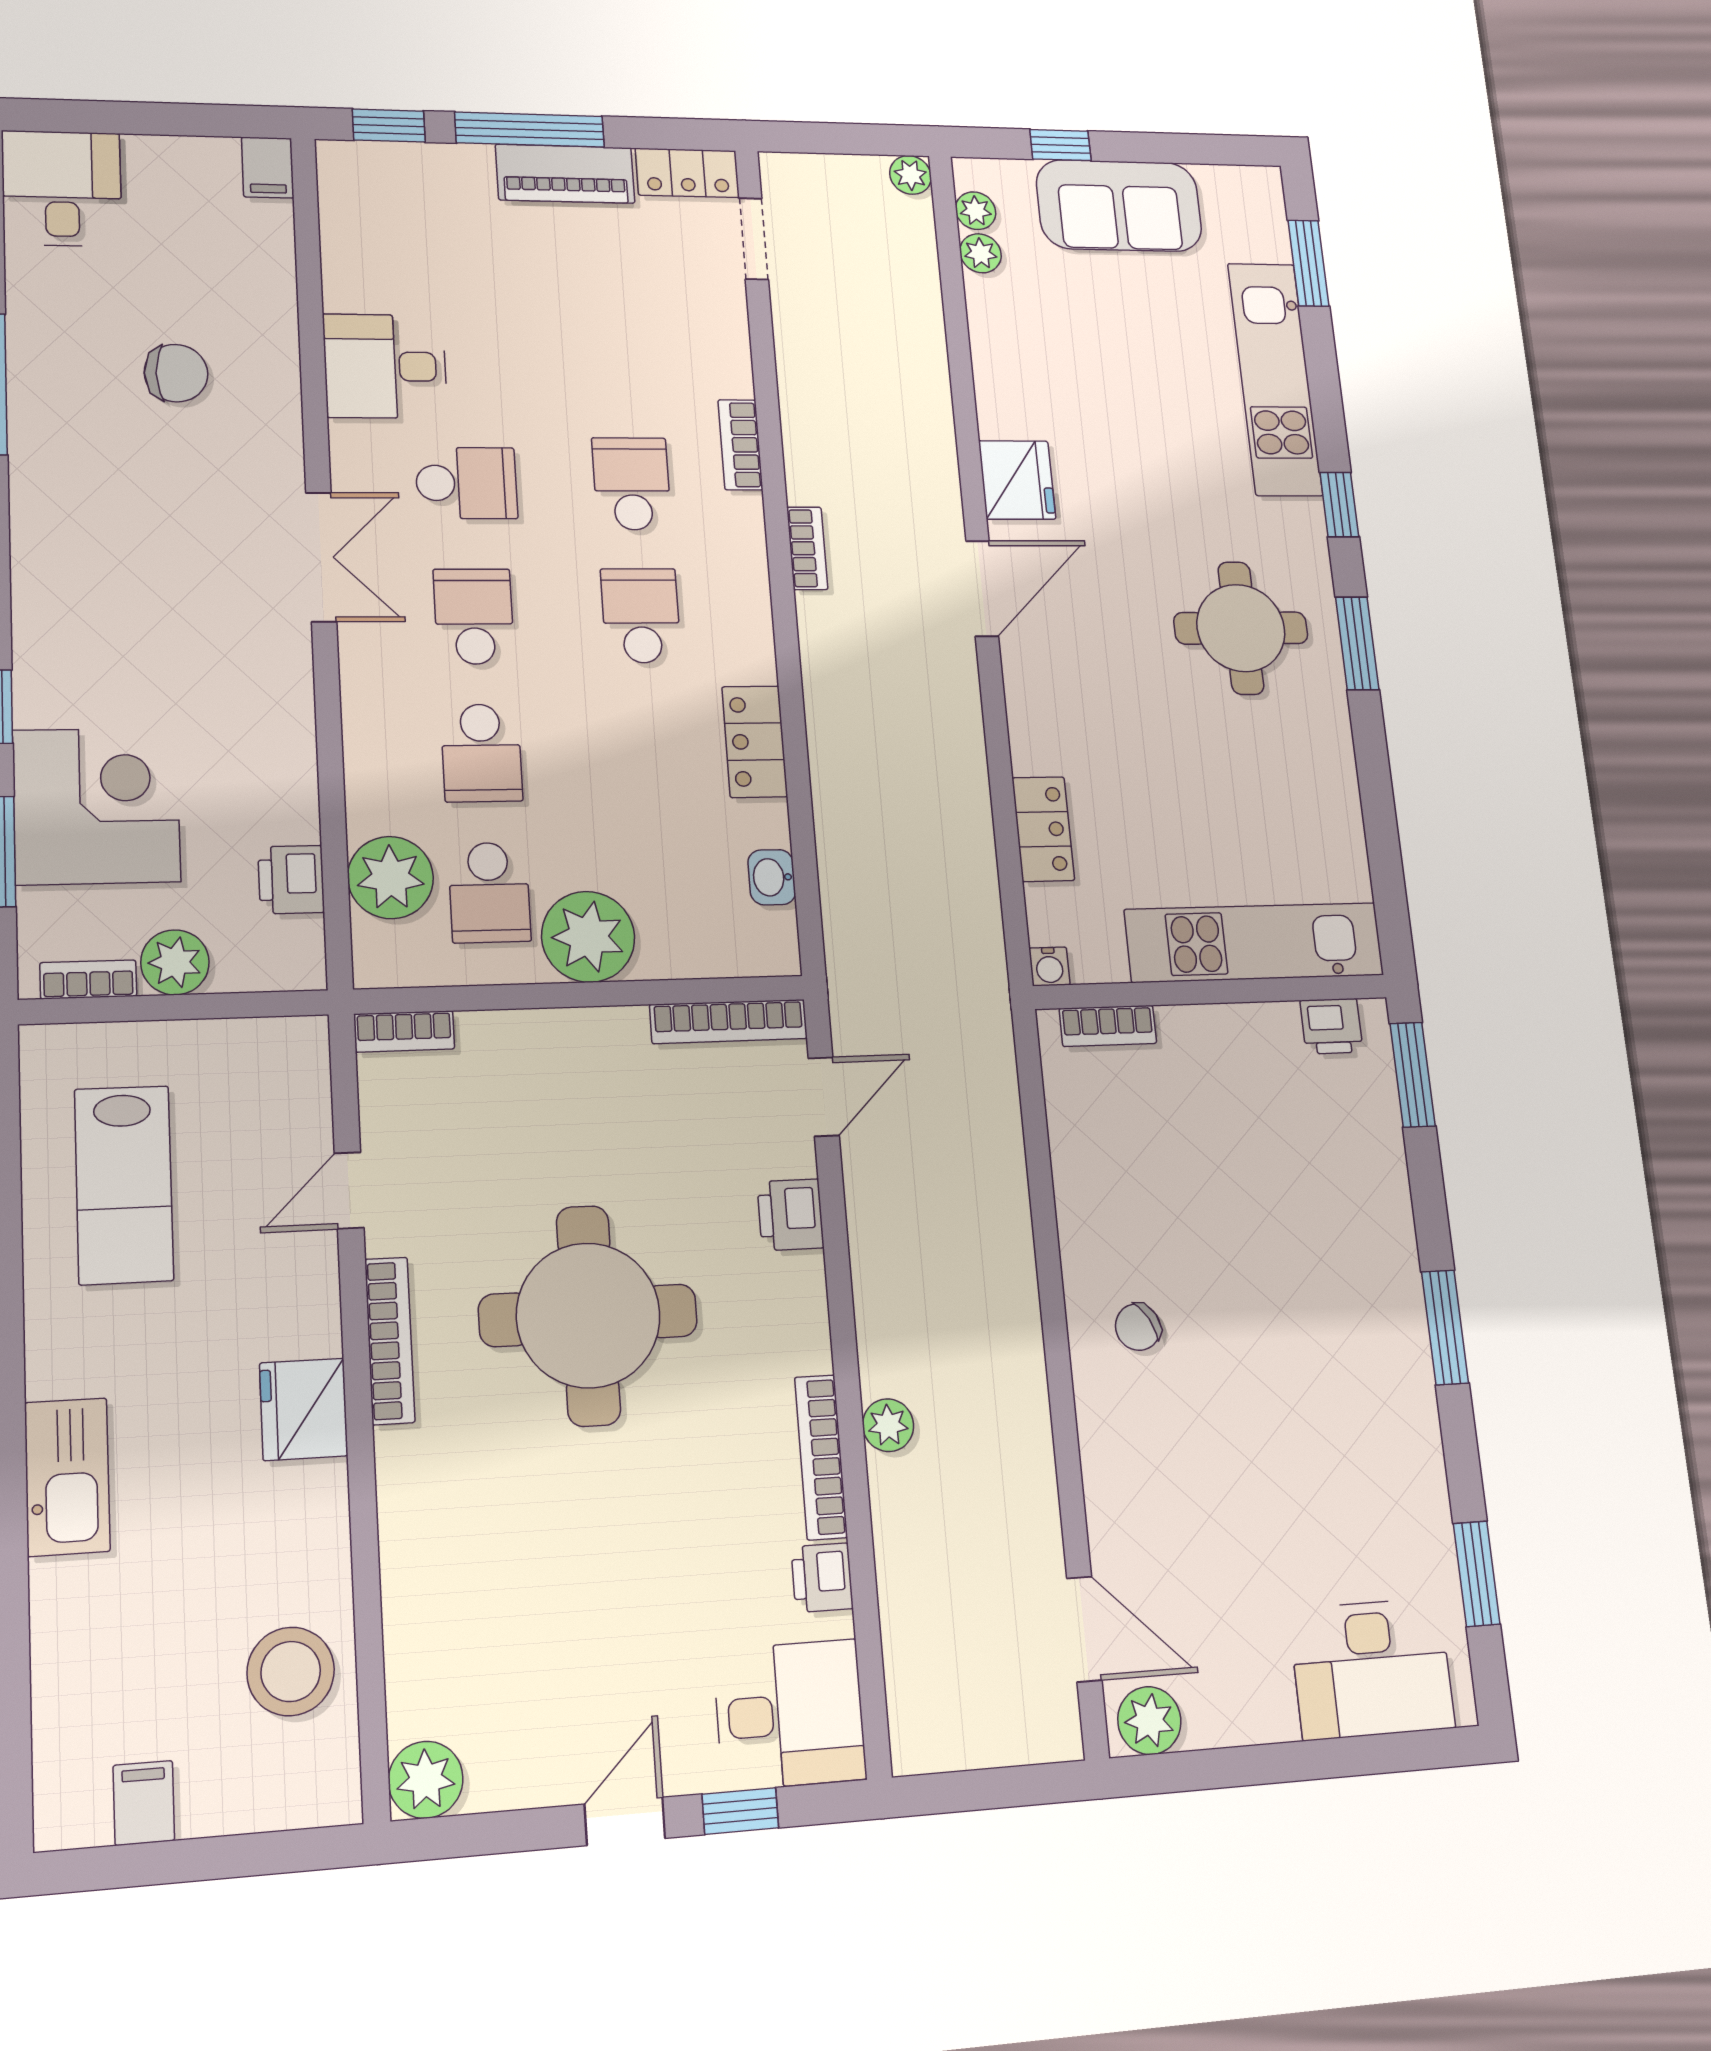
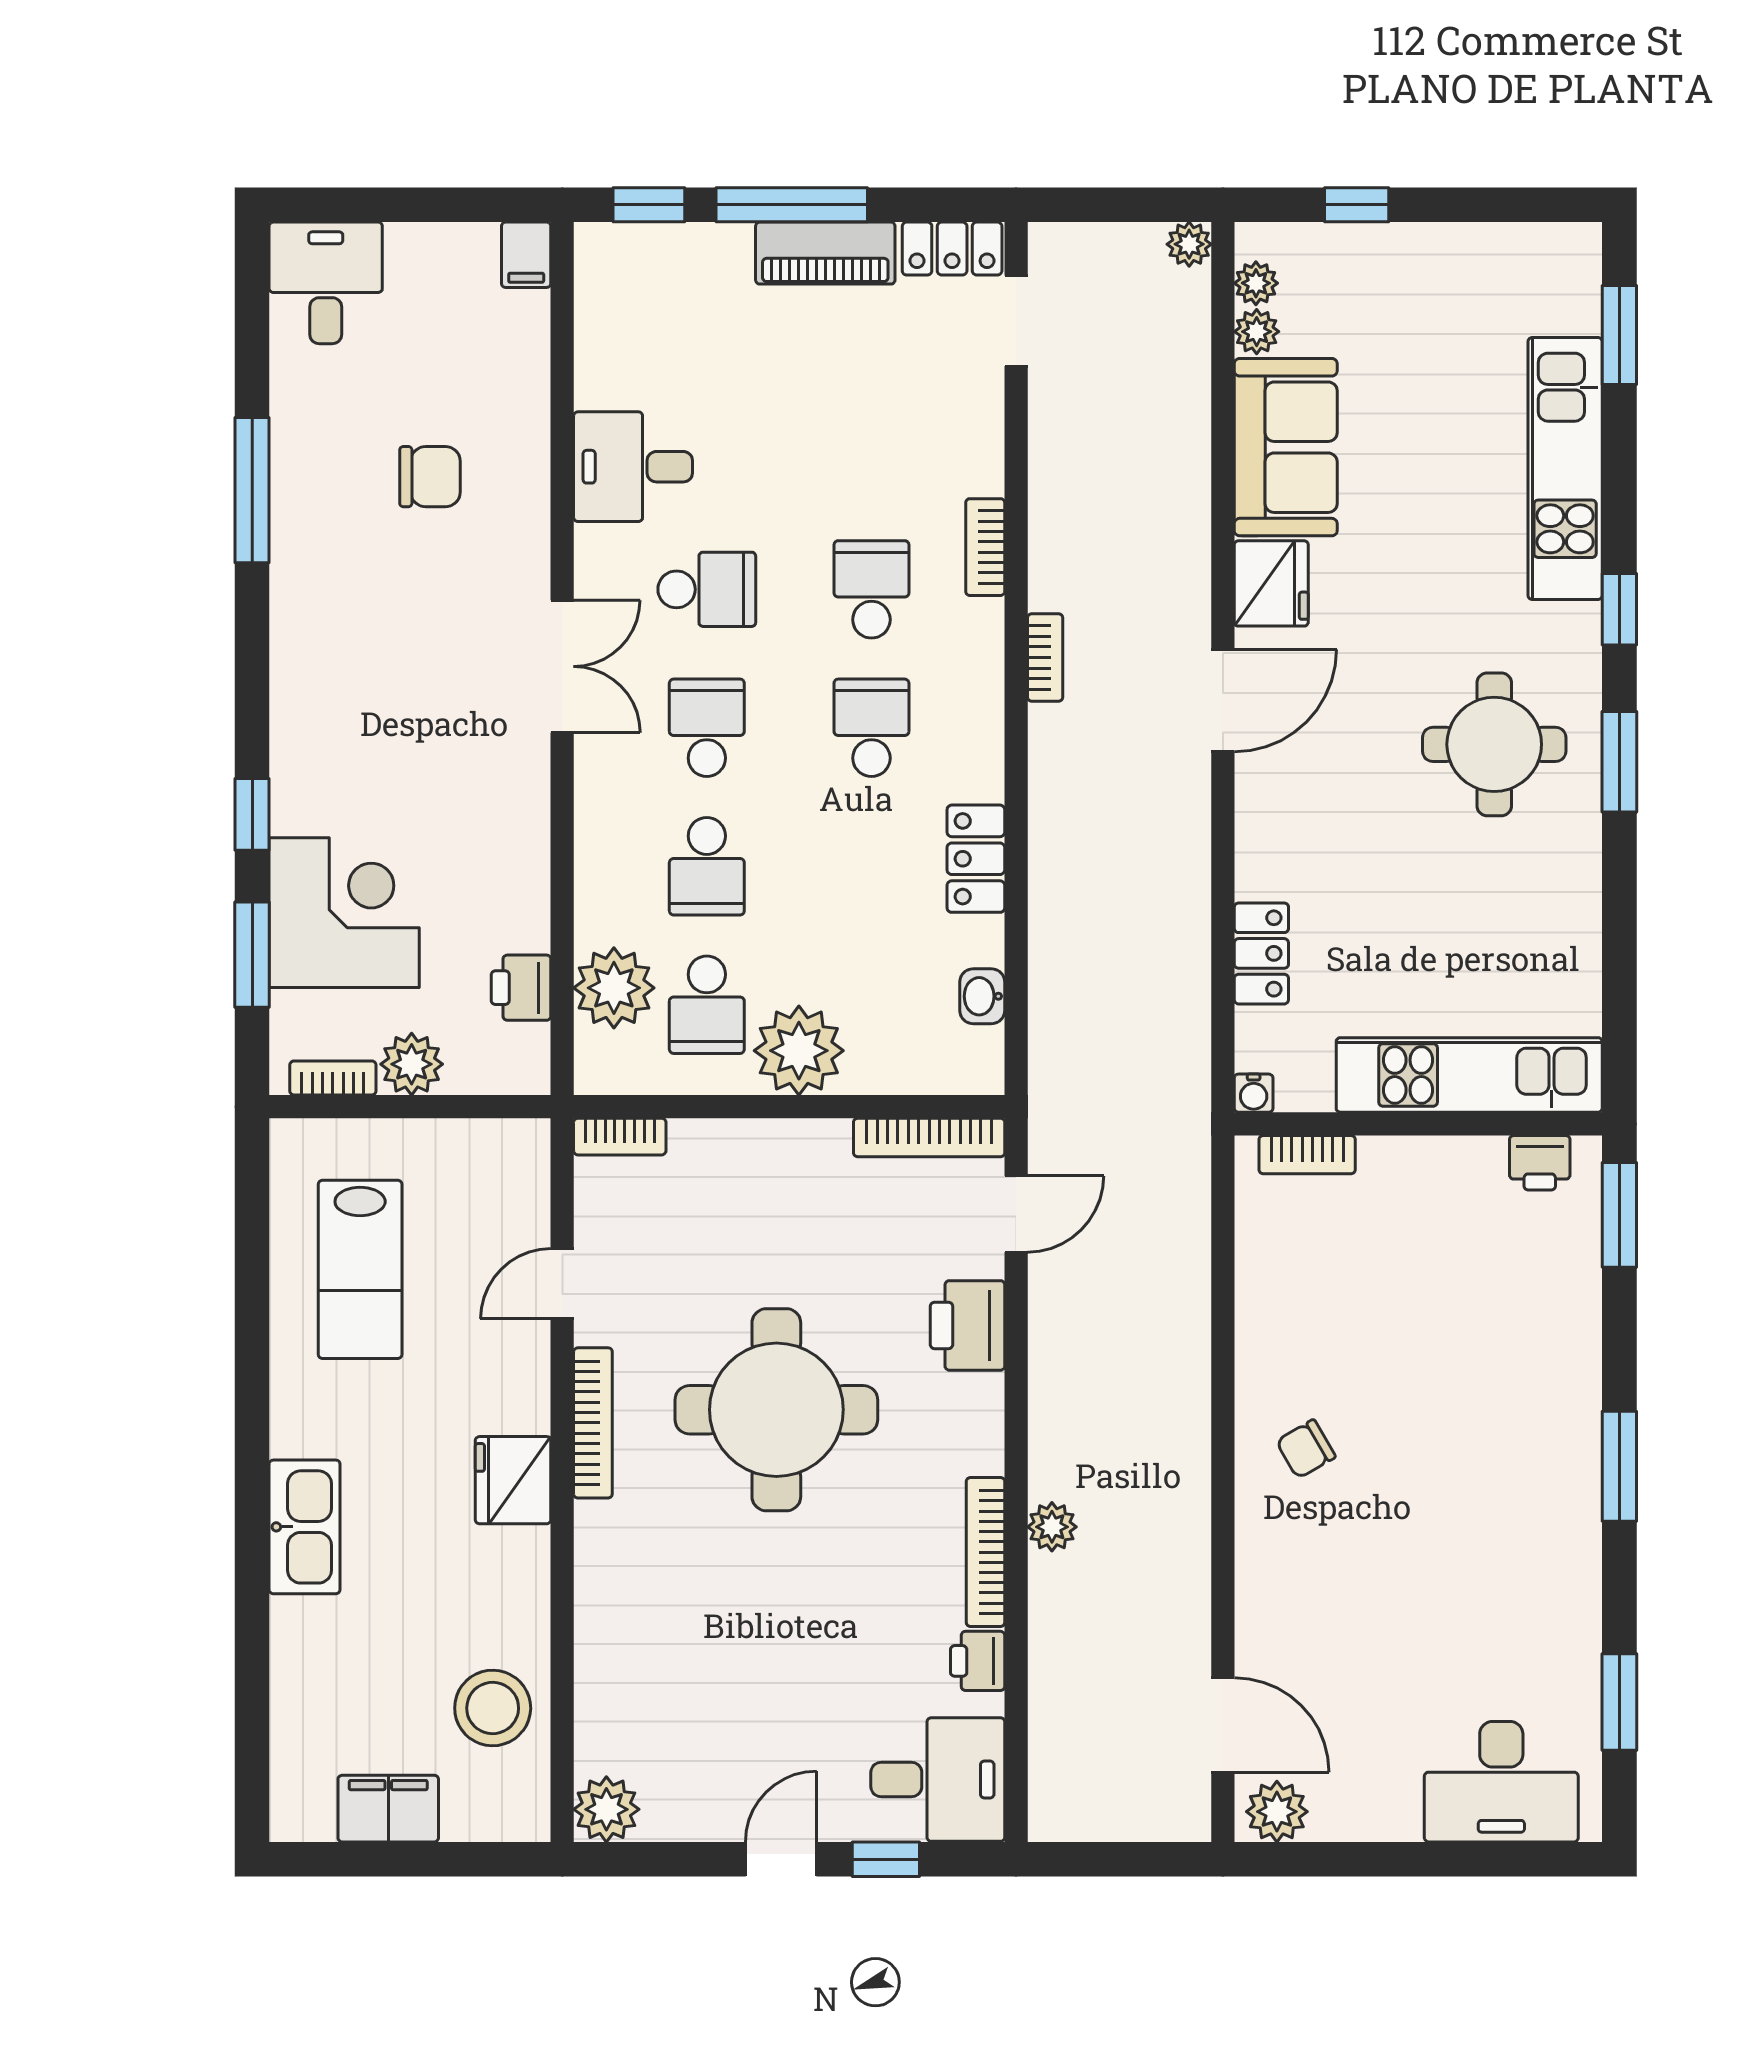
sofa: (1119, 206) -> (1286, 447), moved, turned -90
printer: (791, 1215) -> (967, 1325), width x1.36, depth x1.24
filing cabinet: (144, 1803) -> (388, 1809), width x2.00

